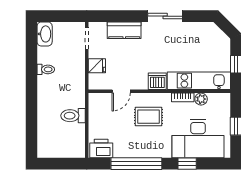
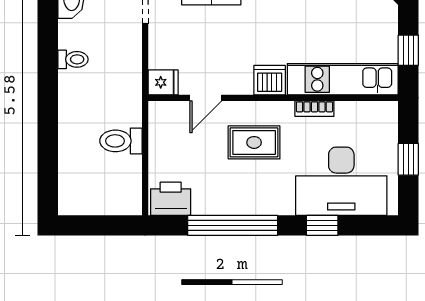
fridge: (97, 66) -> (163, 82), moved
plant: (201, 99) -> (347, 112), removed

